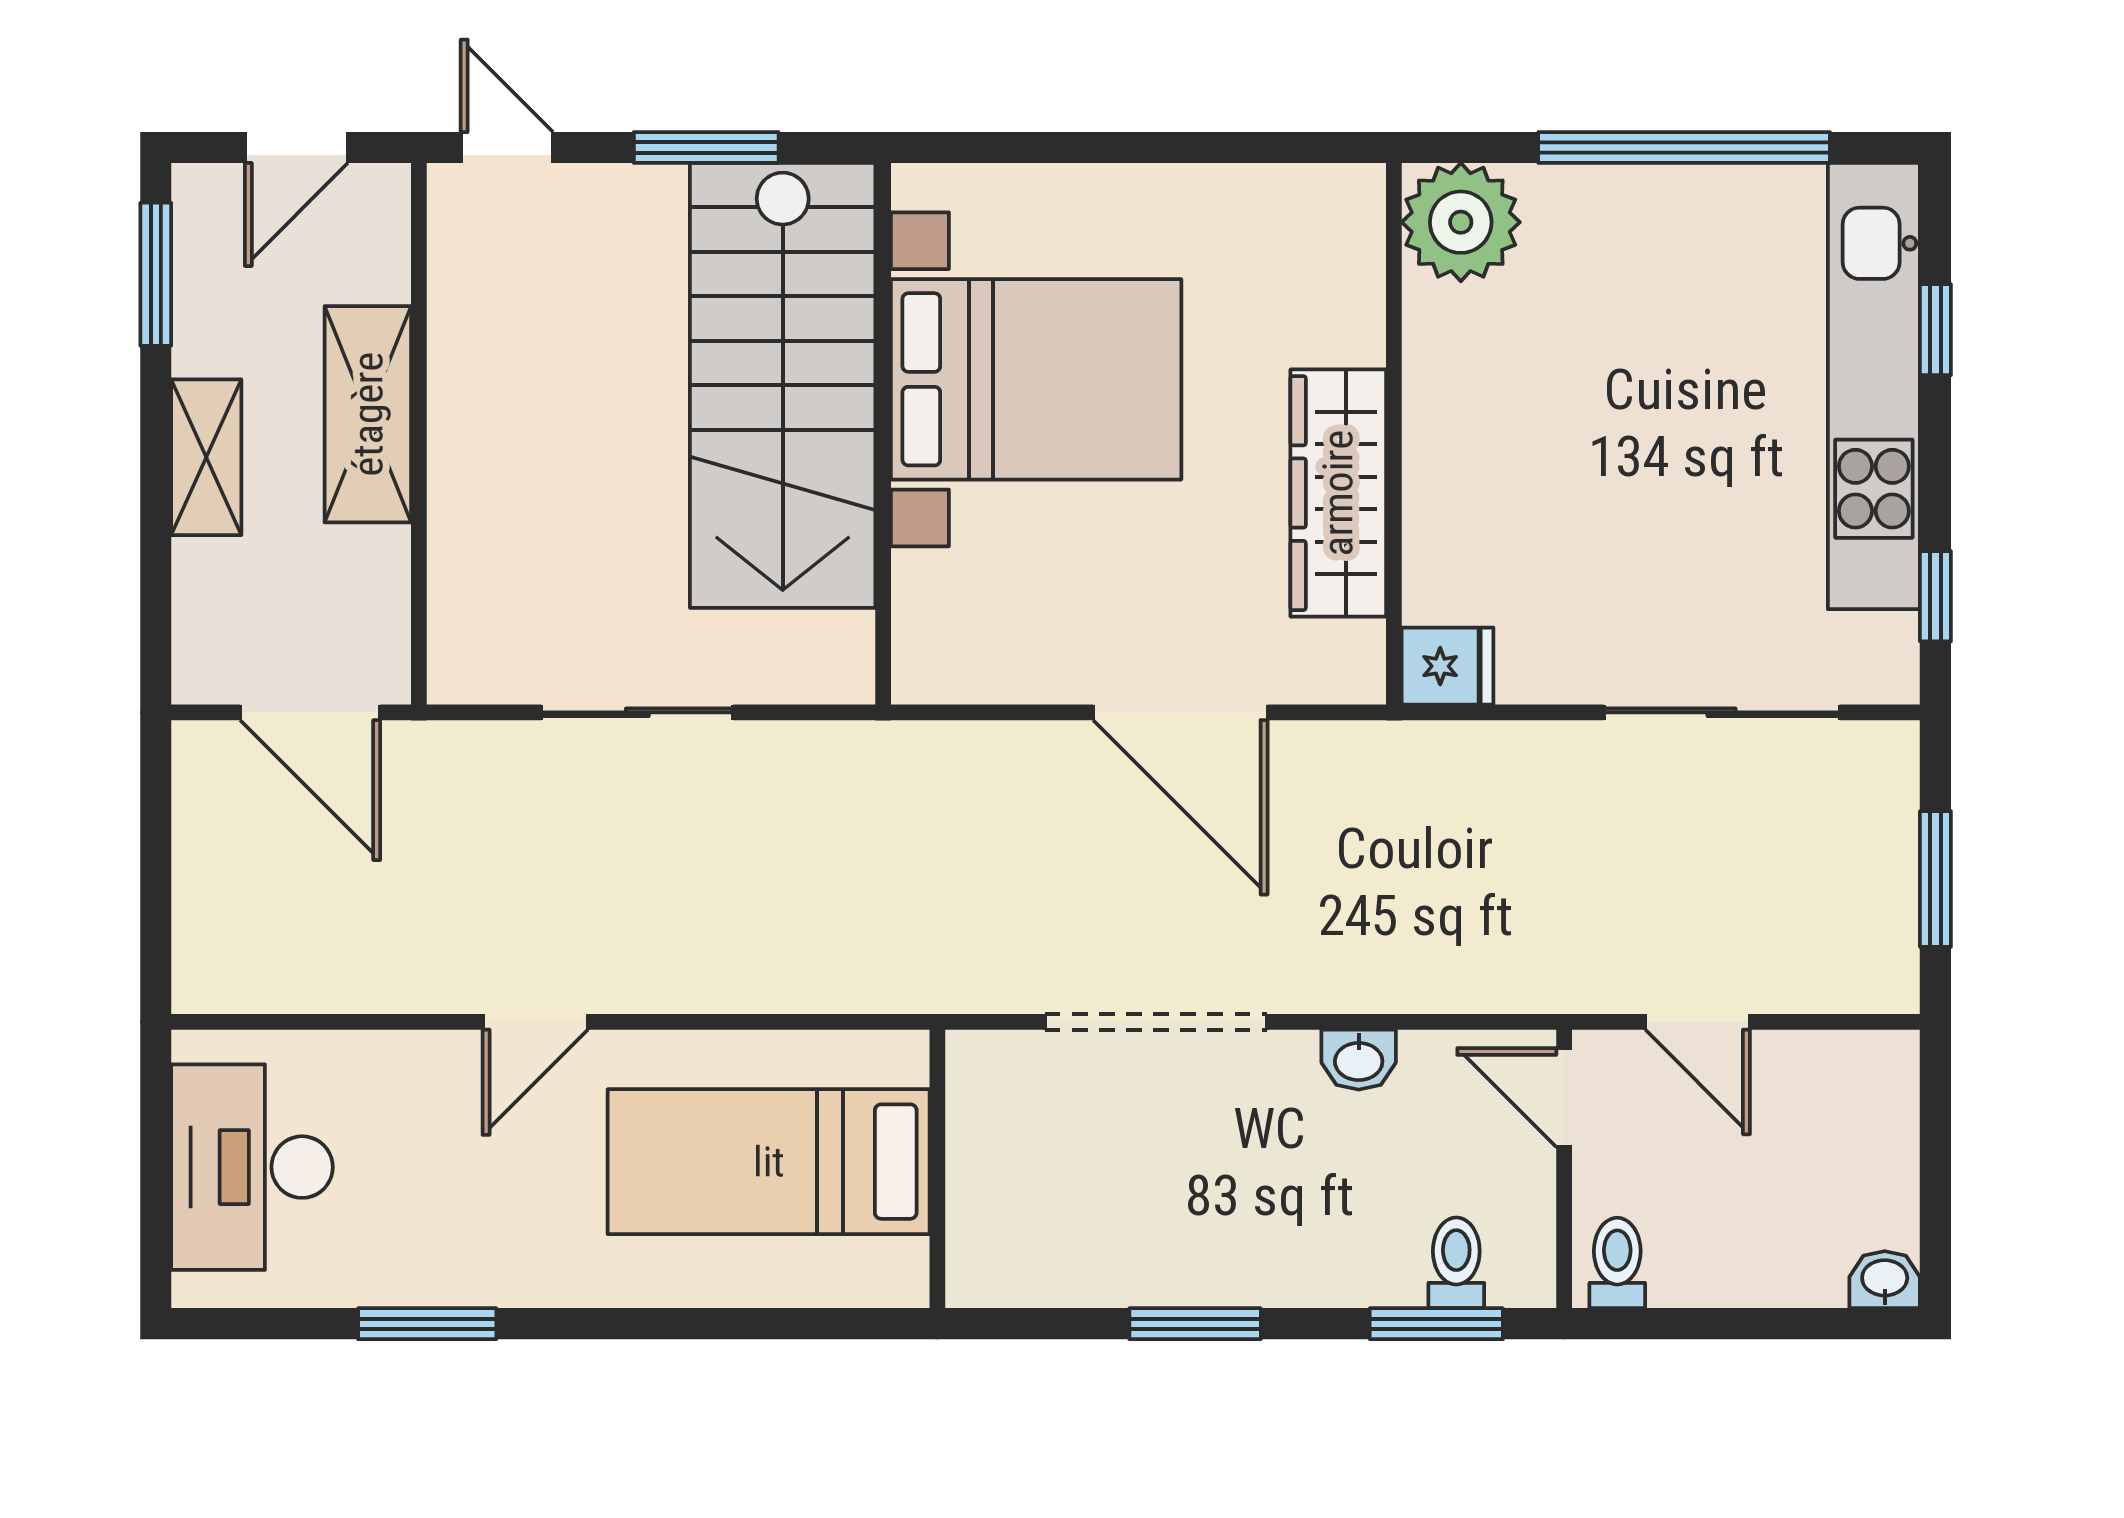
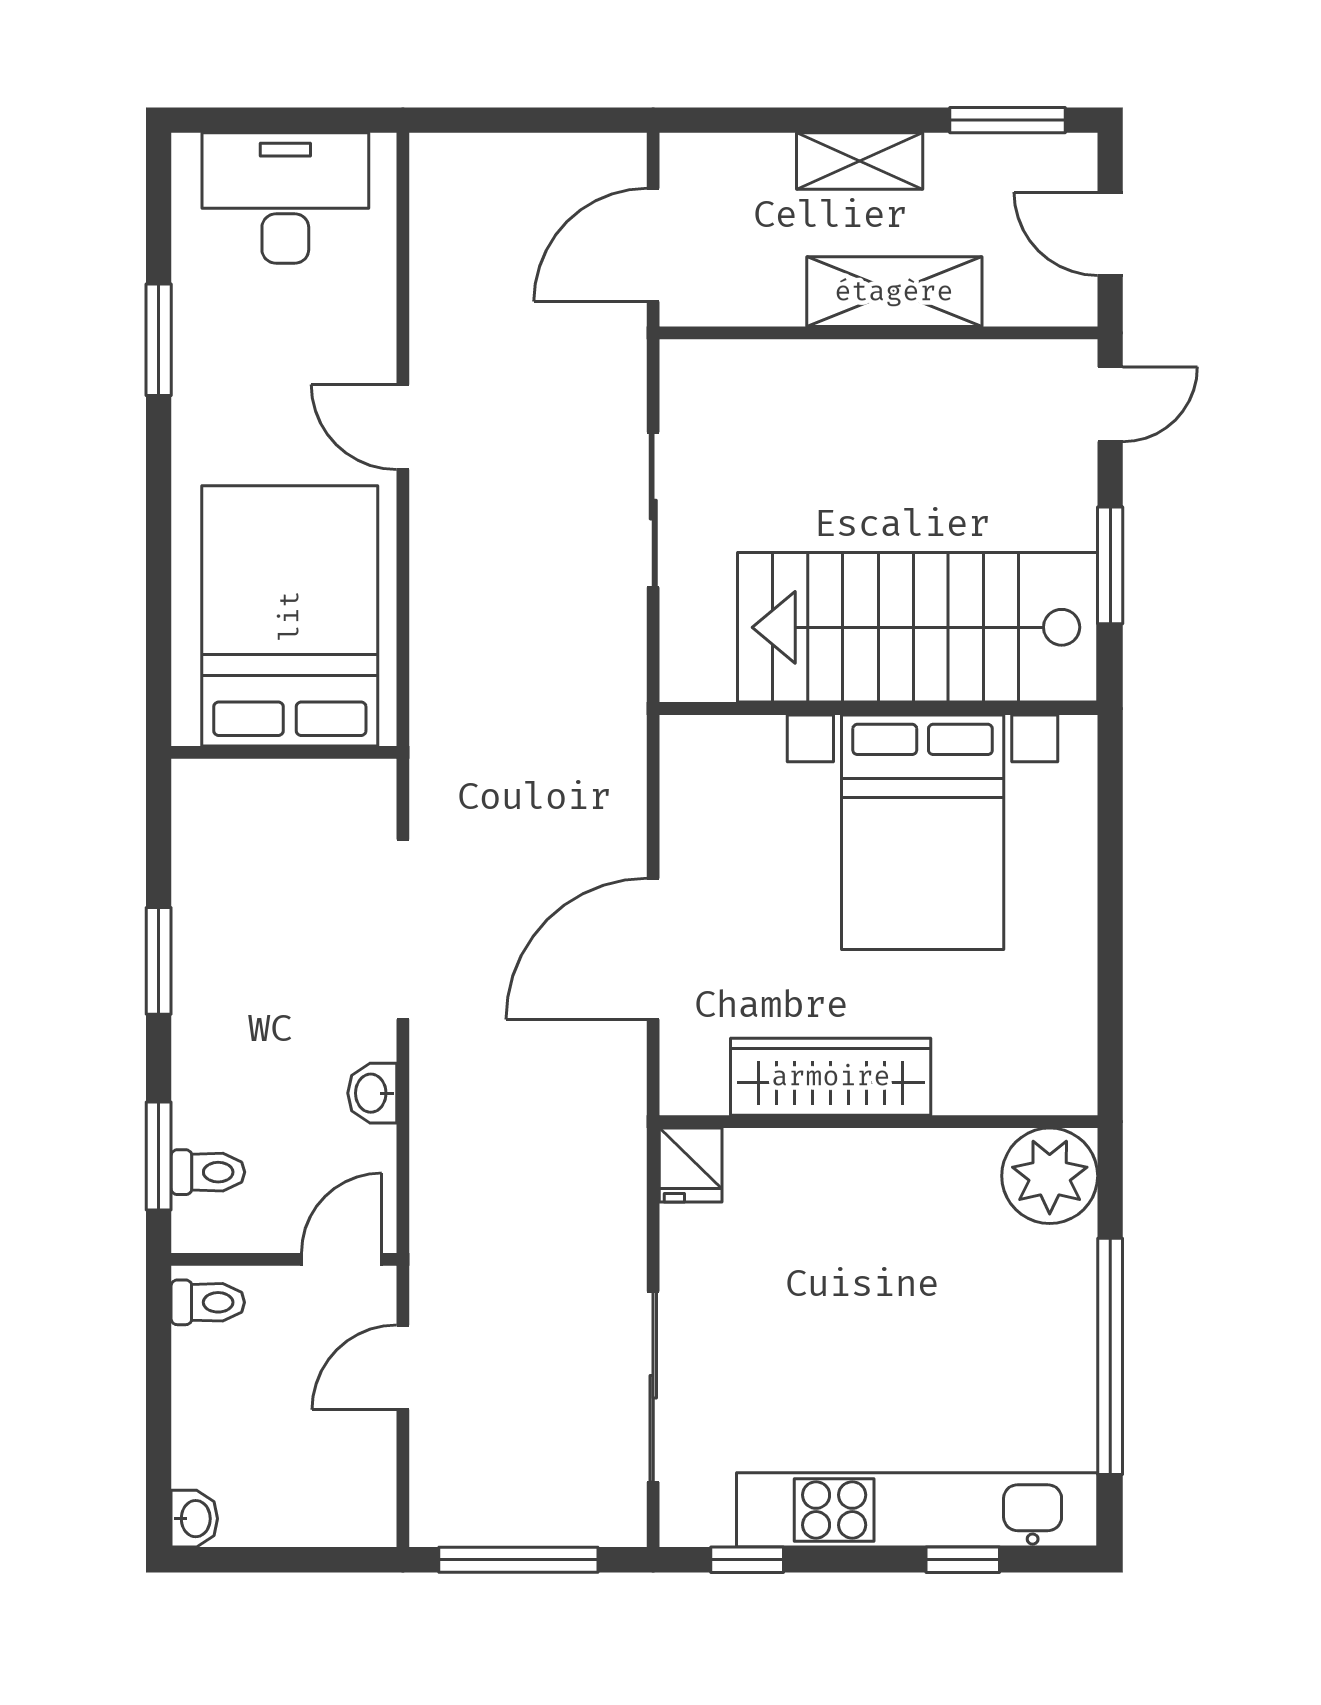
window: (1935, 879) -> (518, 1560), width x1.44
bed: (769, 1162) -> (290, 616), width x1.50

